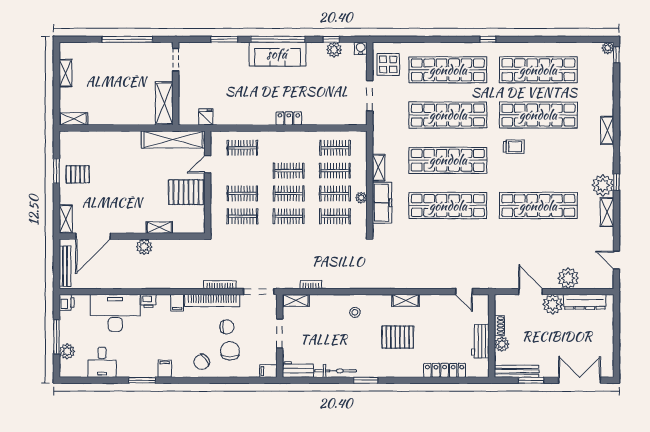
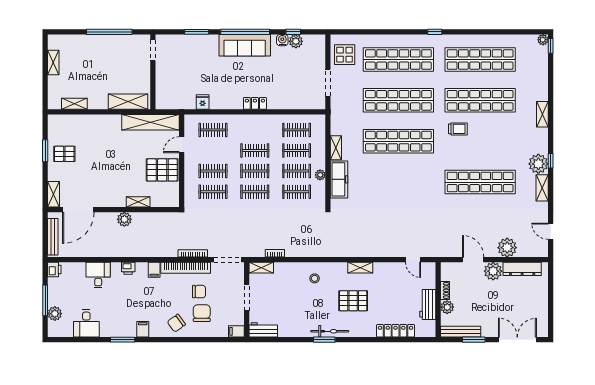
water cooler: (361, 48) -> (282, 40), moved
shelving: (164, 103) -> (128, 102), moved, turned 90
fridge: (206, 117) -> (203, 102), moved
shelving: (73, 119) -> (74, 104), moved
shop shelf: (448, 206) -> (398, 182), removed
desk: (115, 313) -> (98, 275), width x0.53, depth x0.77
bicycle: (336, 371) -> (330, 331), moved

